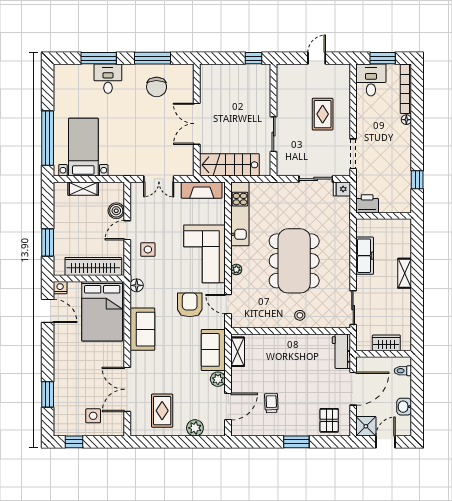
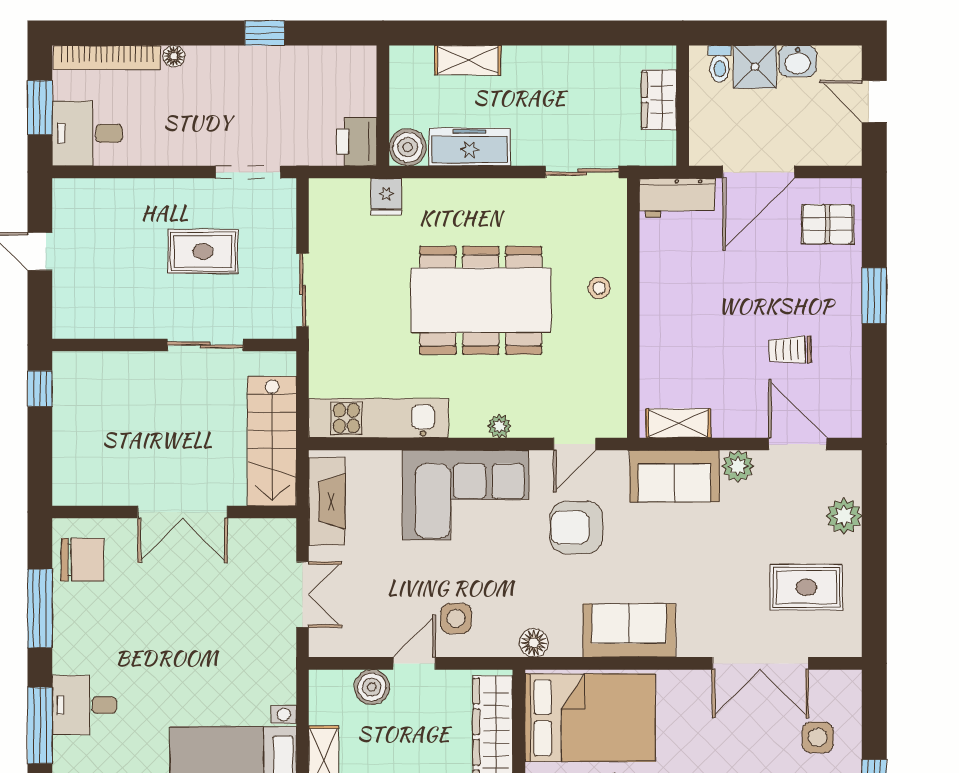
chair: (157, 87) -> (82, 560), moved
rug: (323, 114) -> (203, 251), moved
sliding door: (316, 179) -> (303, 290), moved
window: (417, 180) -> (265, 33), moved
fridge: (342, 189) -> (386, 197), moved
boiler: (365, 227) -> (408, 147), added
door: (127, 230) -> (414, 663), swing flipped
shelving: (405, 273) -> (468, 60), moved
door: (353, 389) -> (759, 172), swing flipped
shower: (366, 426) -> (755, 67), moved

